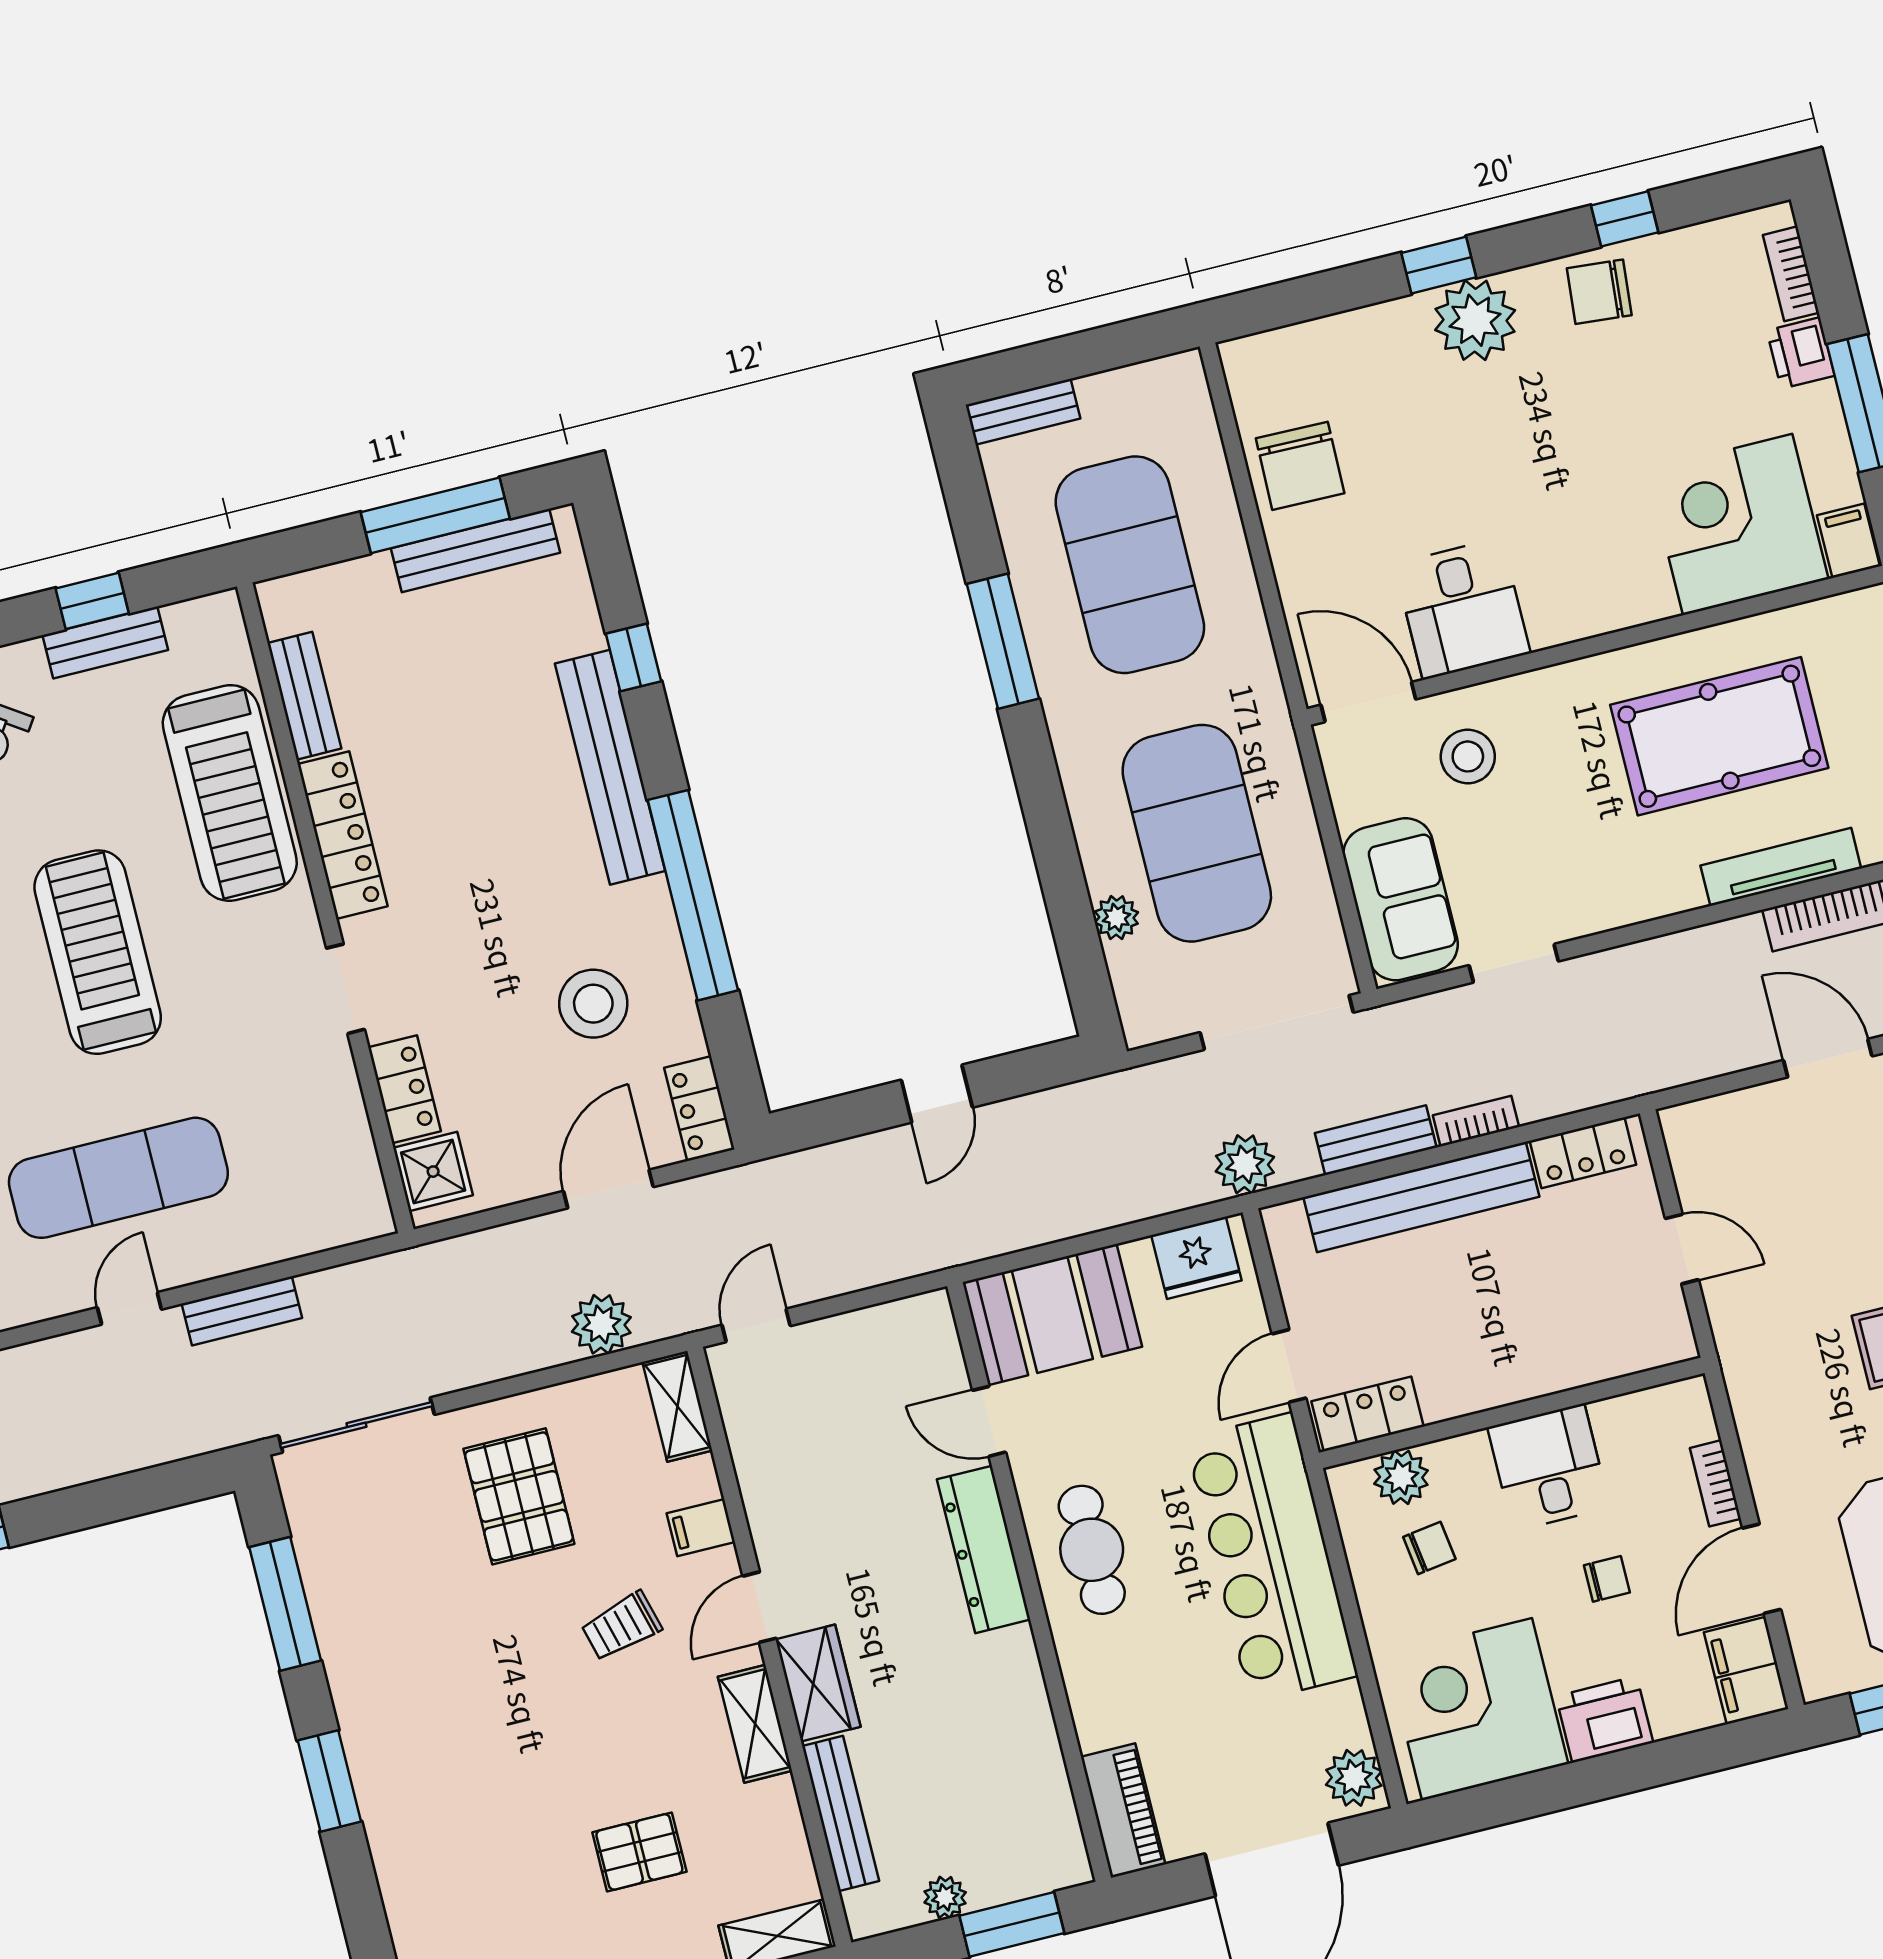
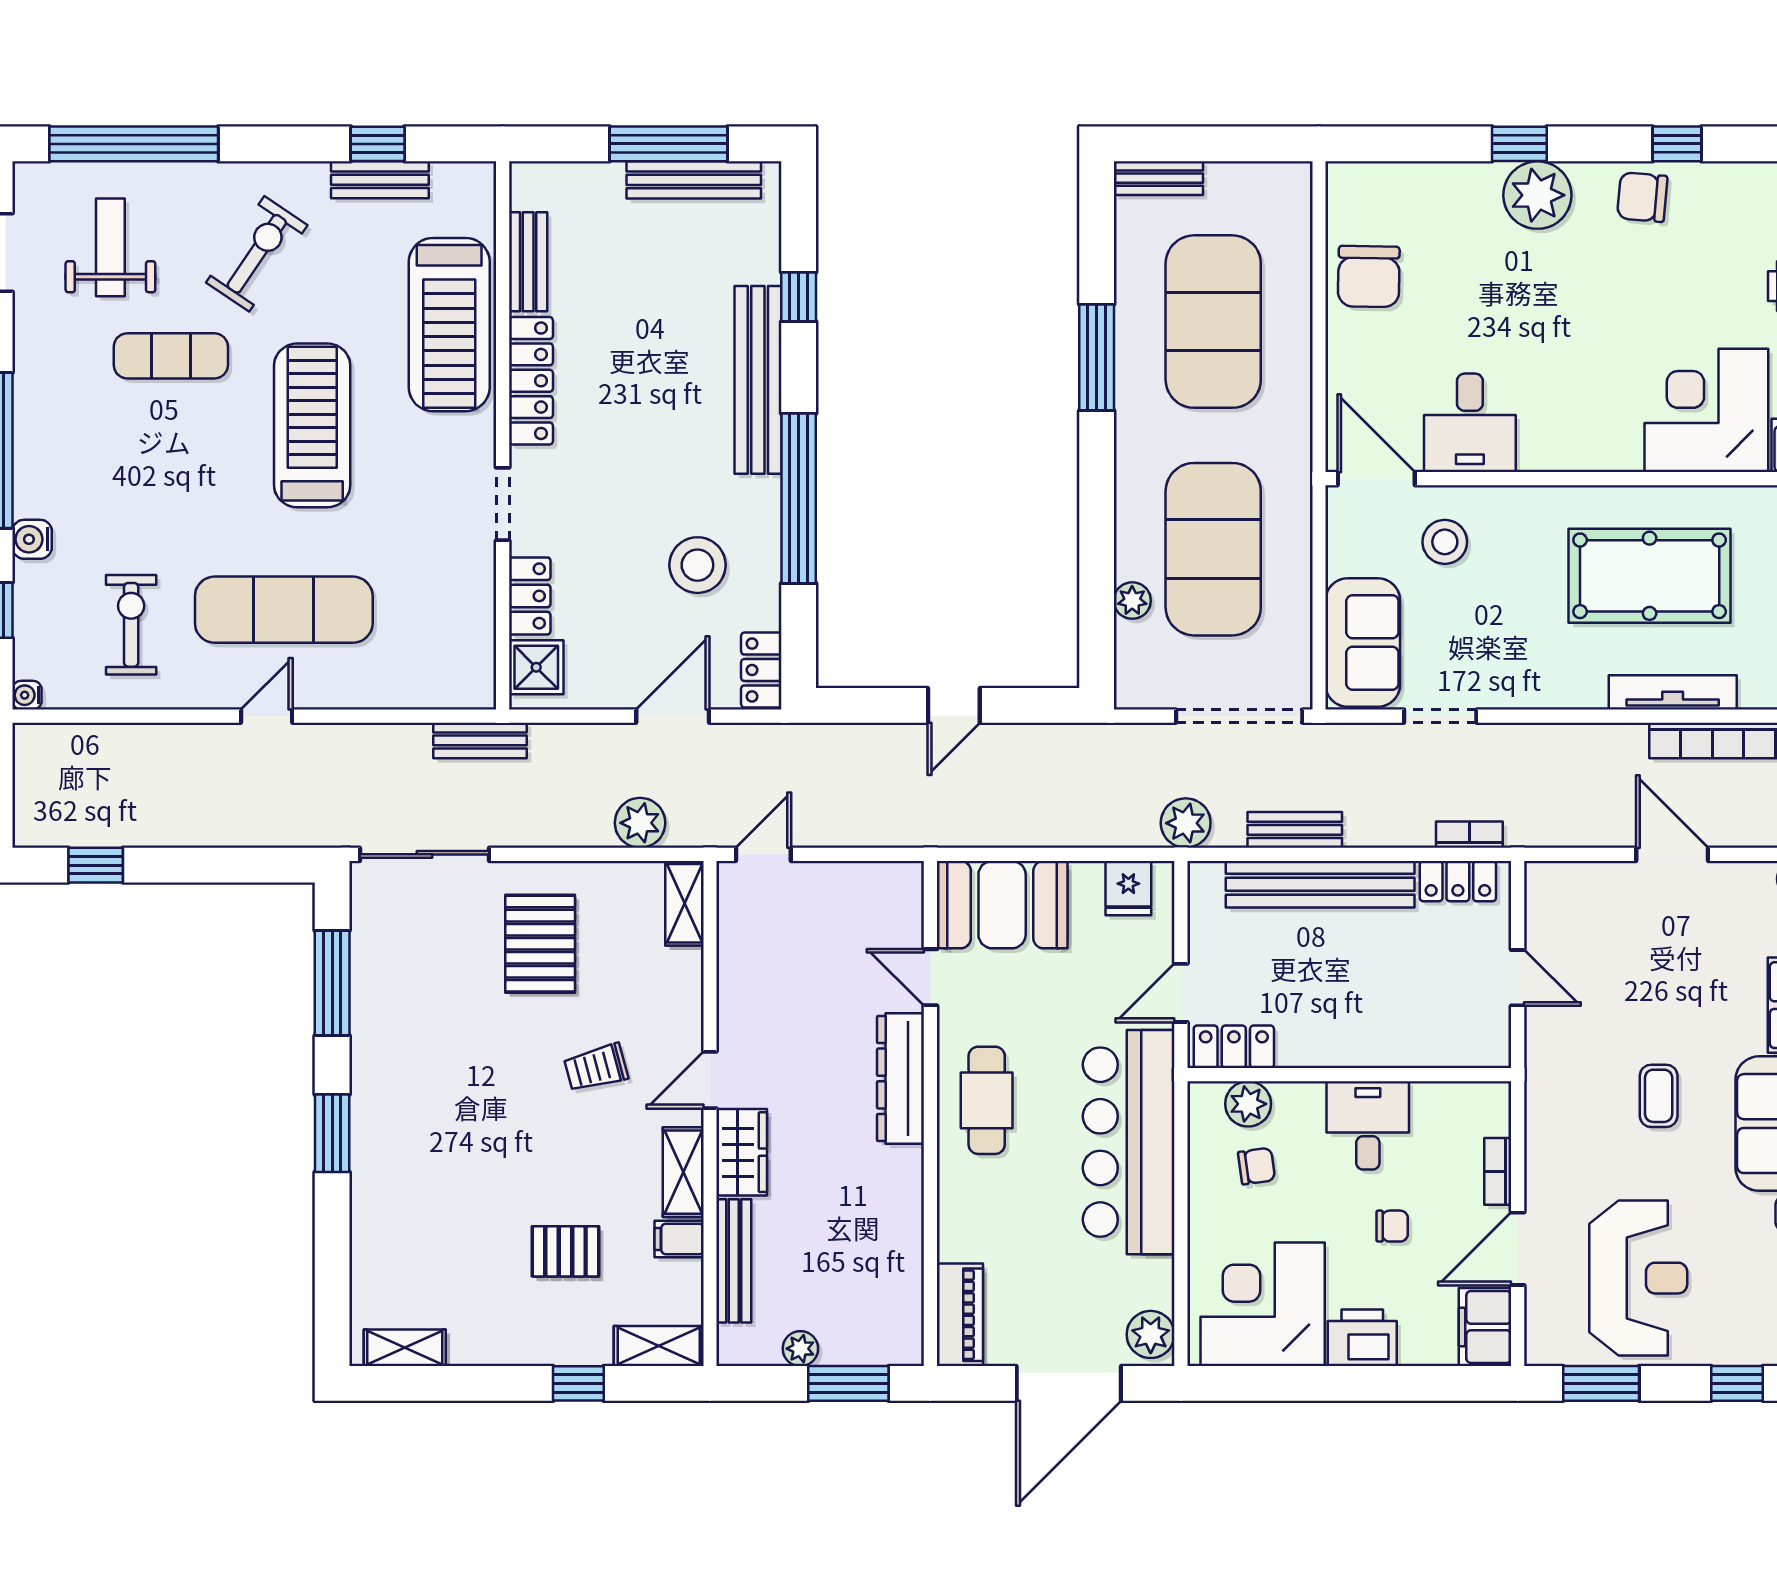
bookcase: (1476, 1121) -> (1469, 835), moved
fridge: (1196, 1258) -> (1128, 888), width x0.72
bench: (242, 1311) -> (480, 740), moved
filing cabinet: (701, 1528) -> (679, 1239), moved

